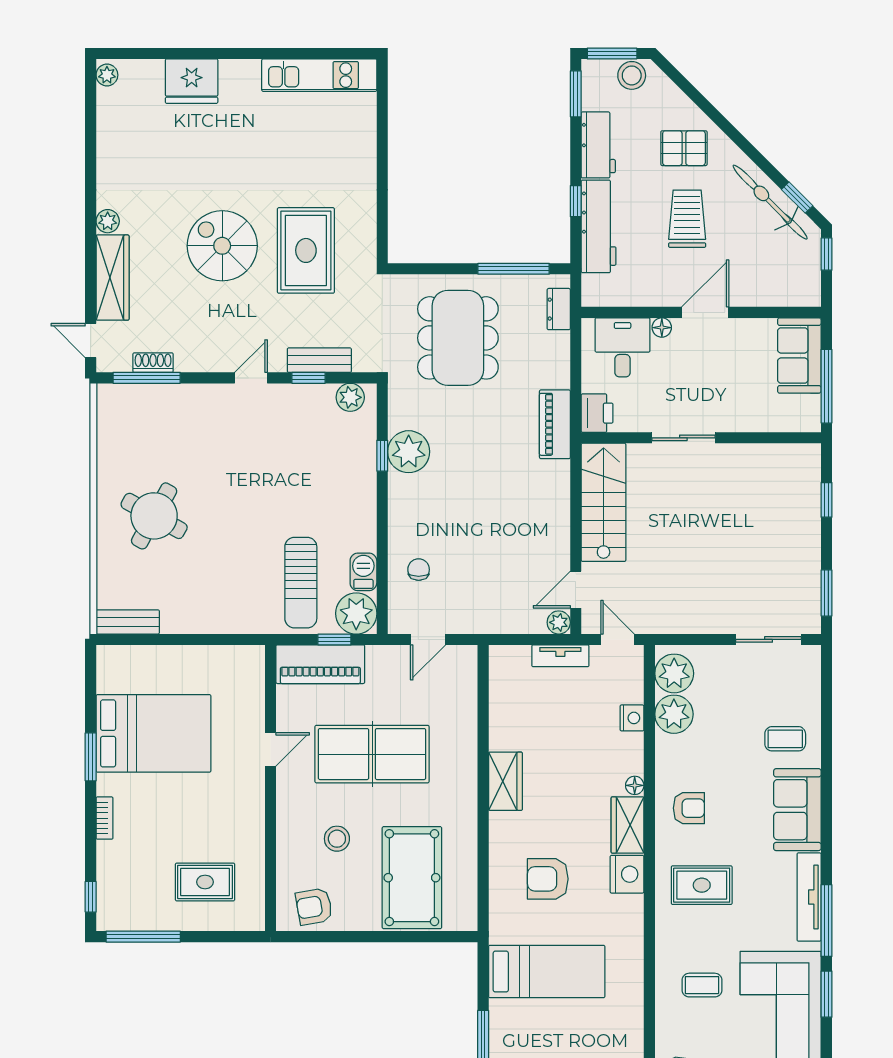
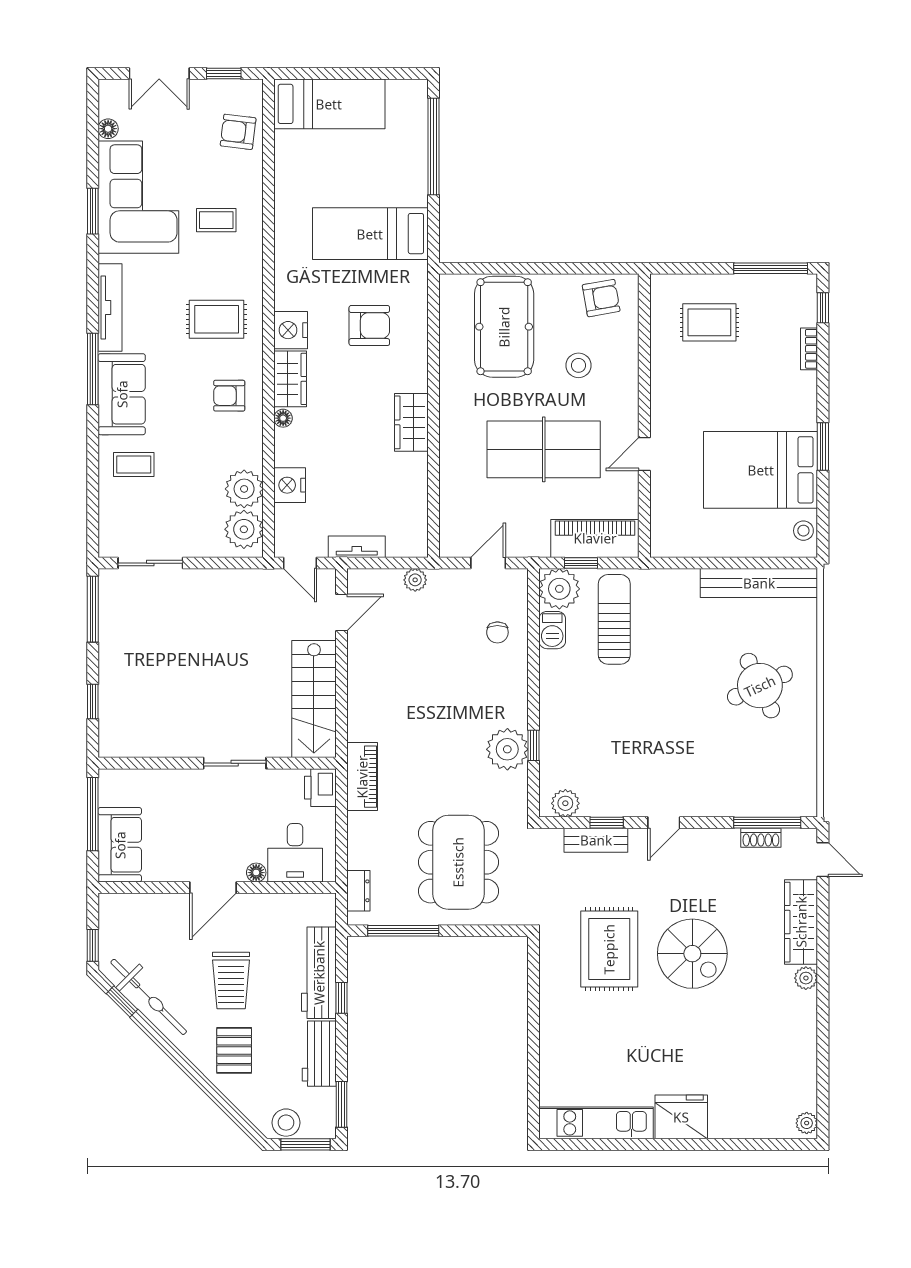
fridge: (192, 81) -> (681, 1117), moved
pallet: (684, 148) -> (234, 1050), turned 90
round table: (154, 516) -> (760, 686), turned 36
window: (827, 593) -> (93, 609), width x1.44
bench: (128, 622) -> (759, 583), width x1.86, depth x1.21
plant: (559, 622) -> (415, 580), moved
stool: (110, 672) -> (803, 531), added
nightstand: (632, 718) -> (290, 485), width x1.36, depth x1.33
bookcase: (105, 818) -> (809, 349), moved
window: (827, 921) -> (93, 369), moved

